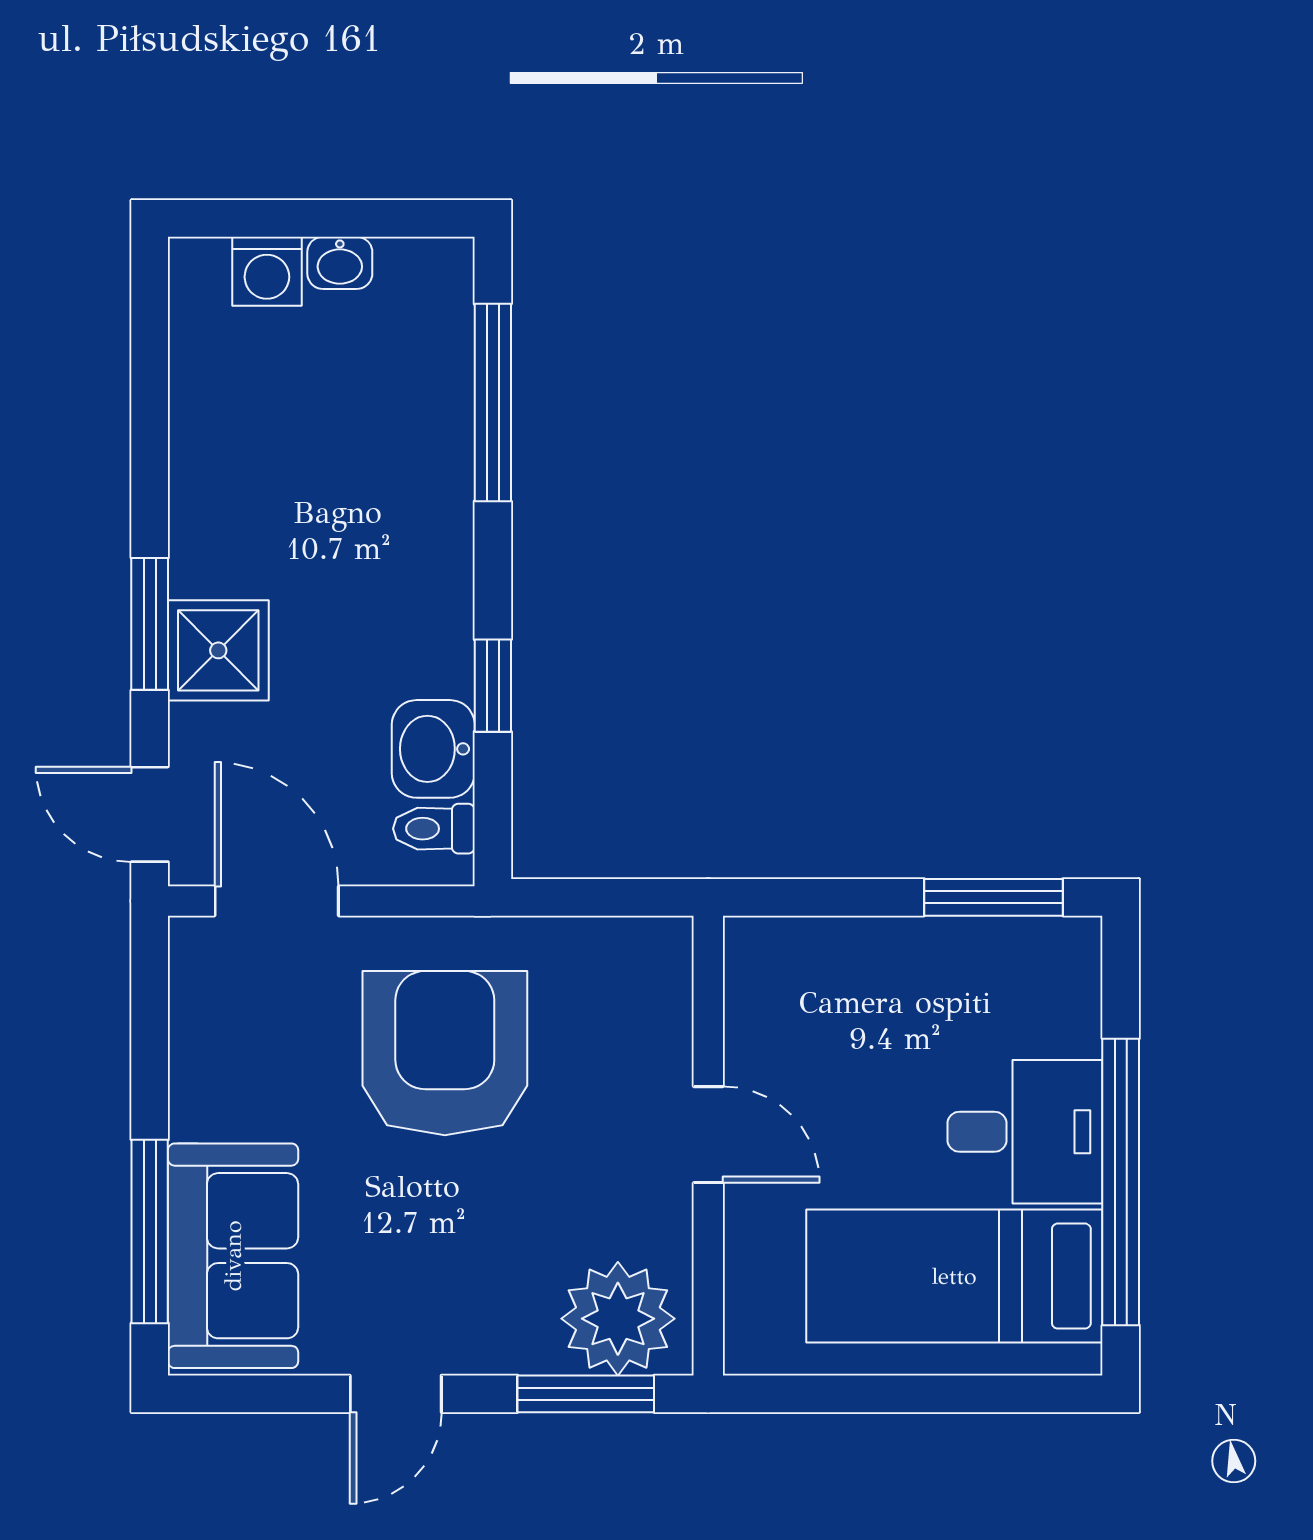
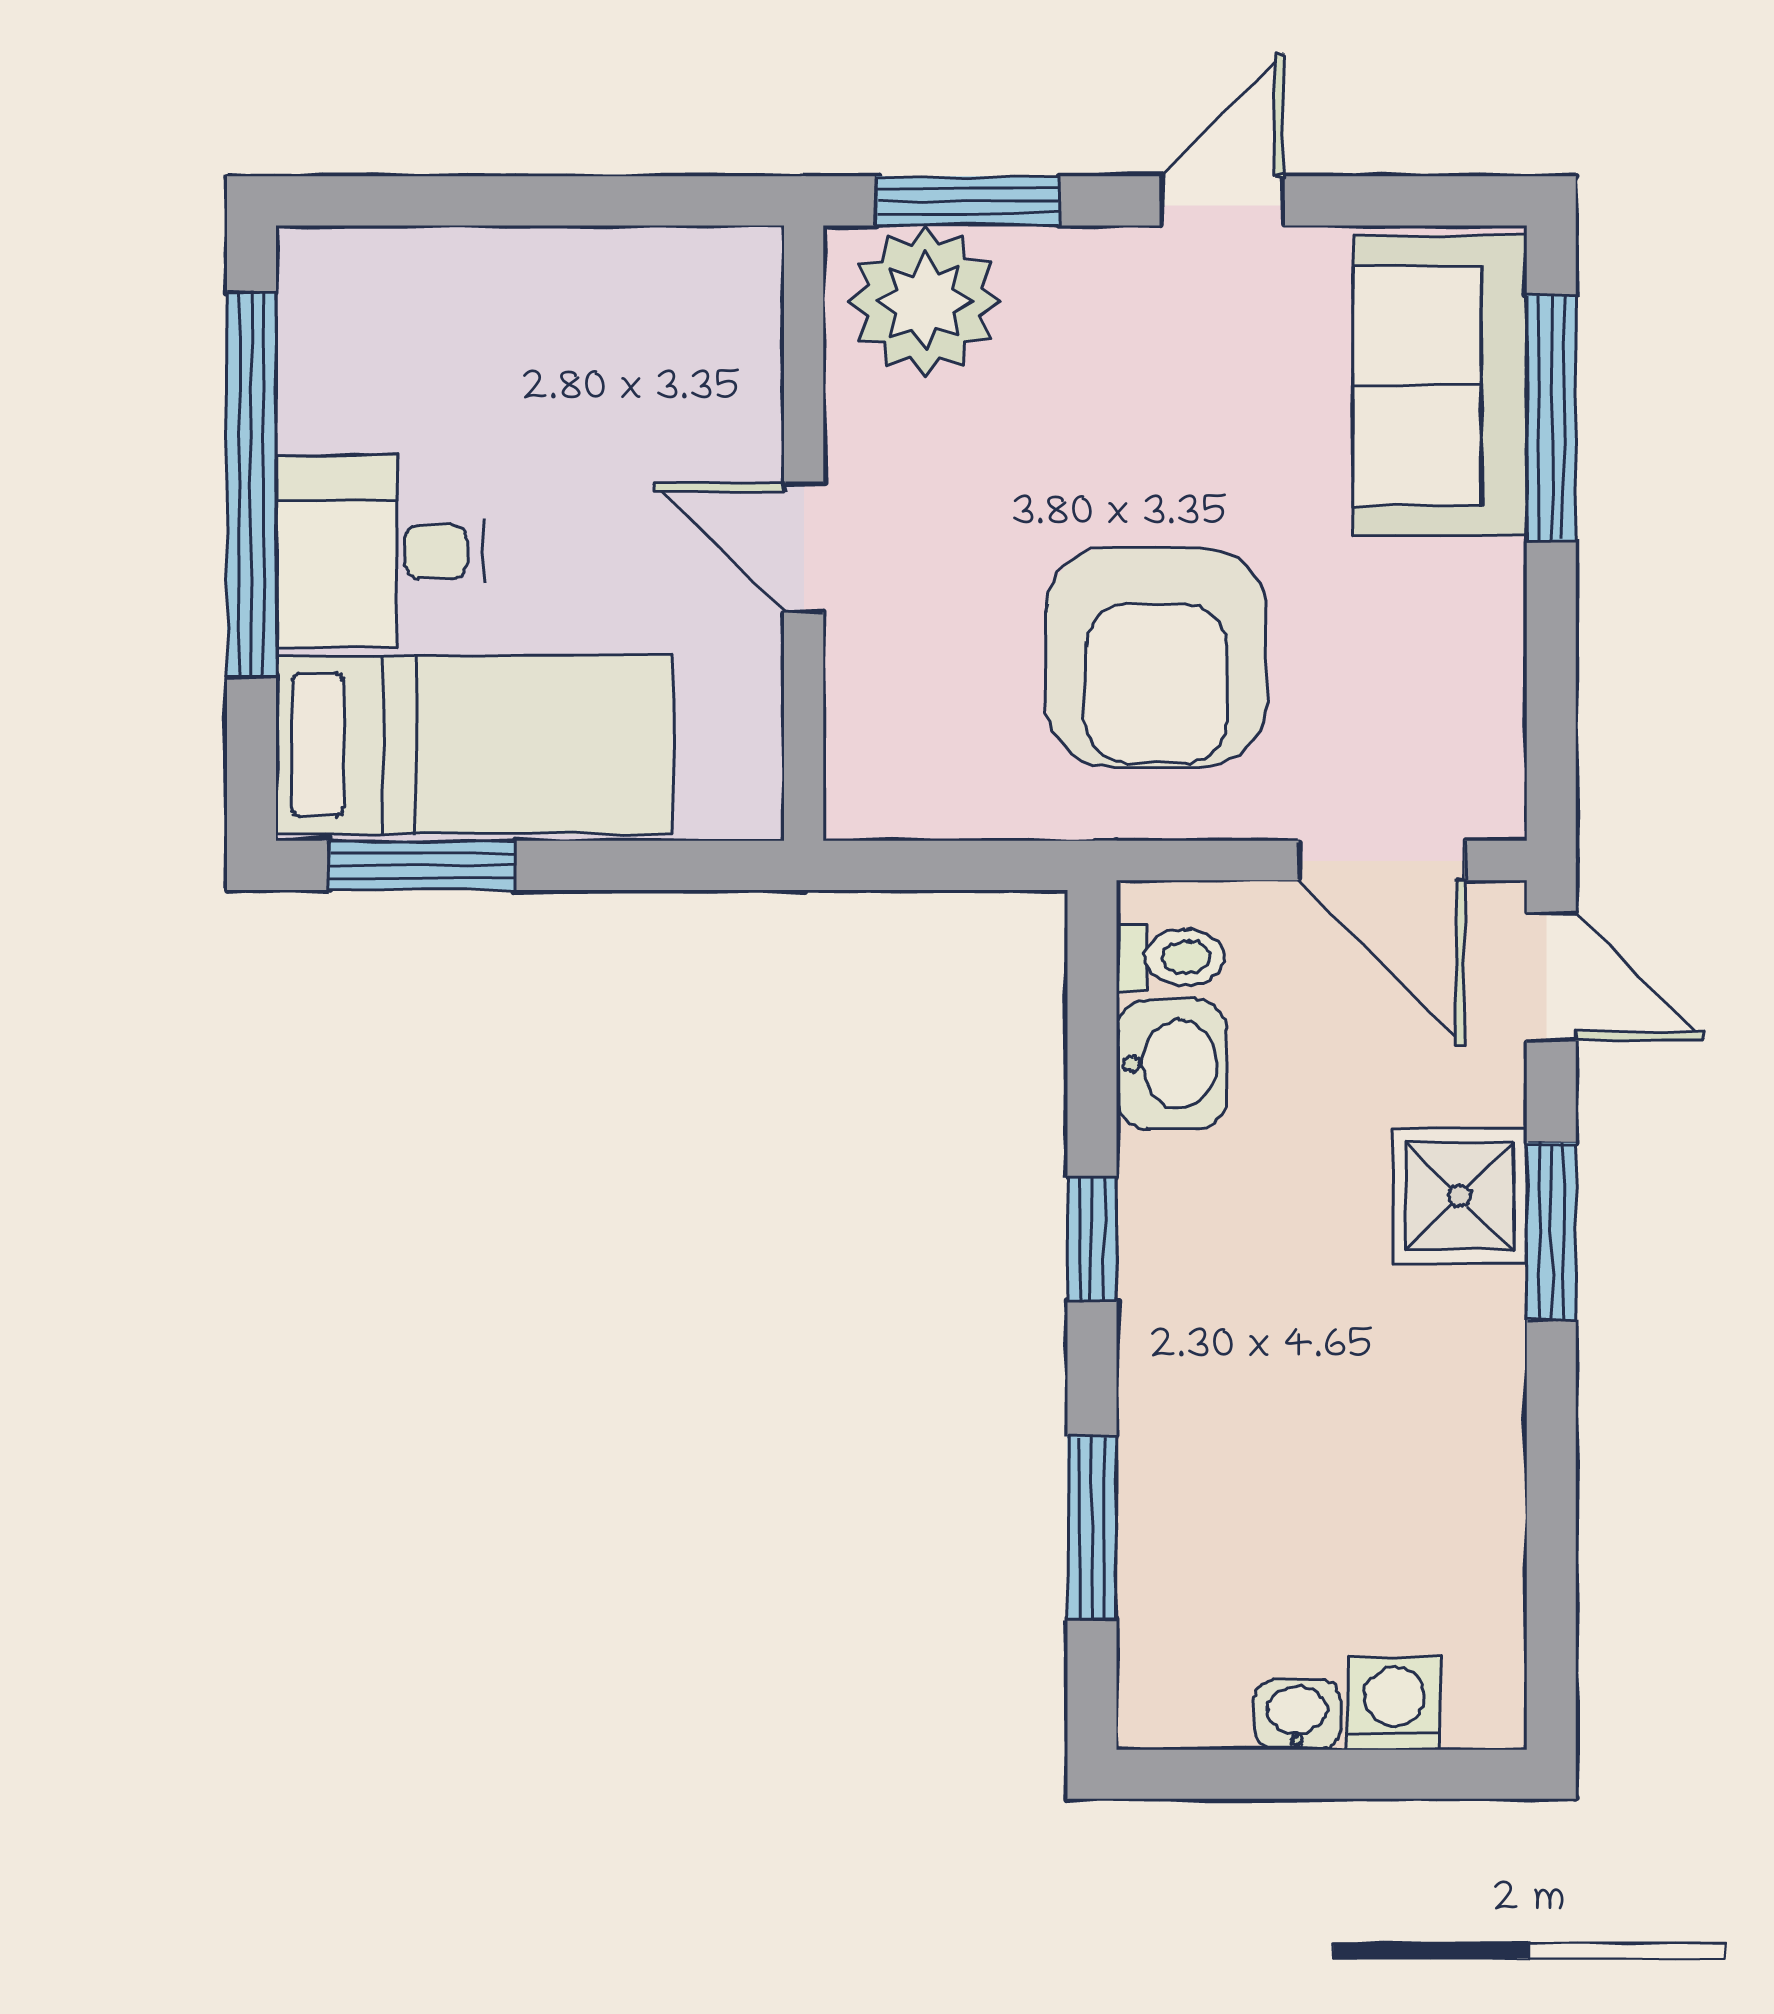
window: (493, 403) -> (1092, 1528), width x0.69
window: (493, 686) -> (1092, 1240), moved
bed: (954, 1276) -> (474, 745), moved

